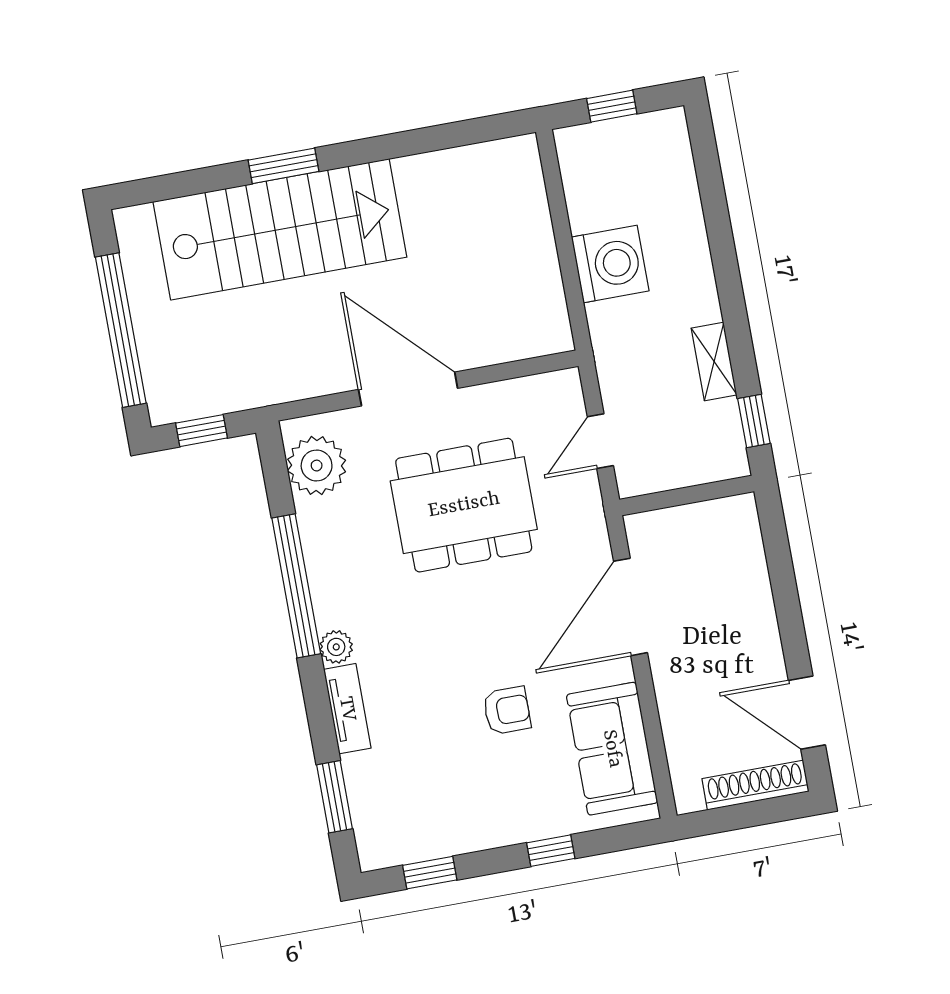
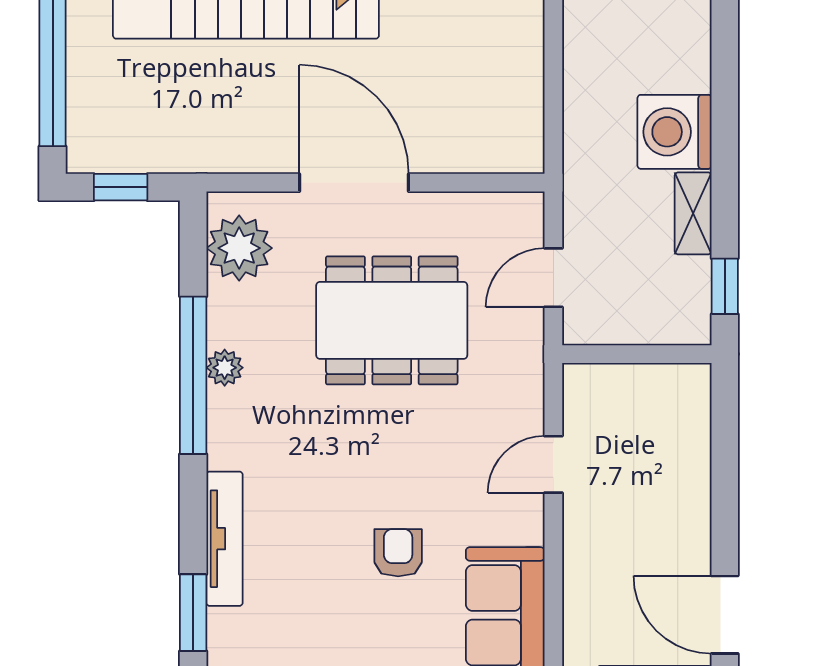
washing machine: (610, 264) -> (674, 132), moved, turned 180
door: (630, 607) -> (553, 464), width x0.53
plant: (336, 647) -> (225, 368), moved
tv unit: (347, 709) -> (224, 539), width x1.41
armchair: (507, 710) -> (398, 553), turned -90

